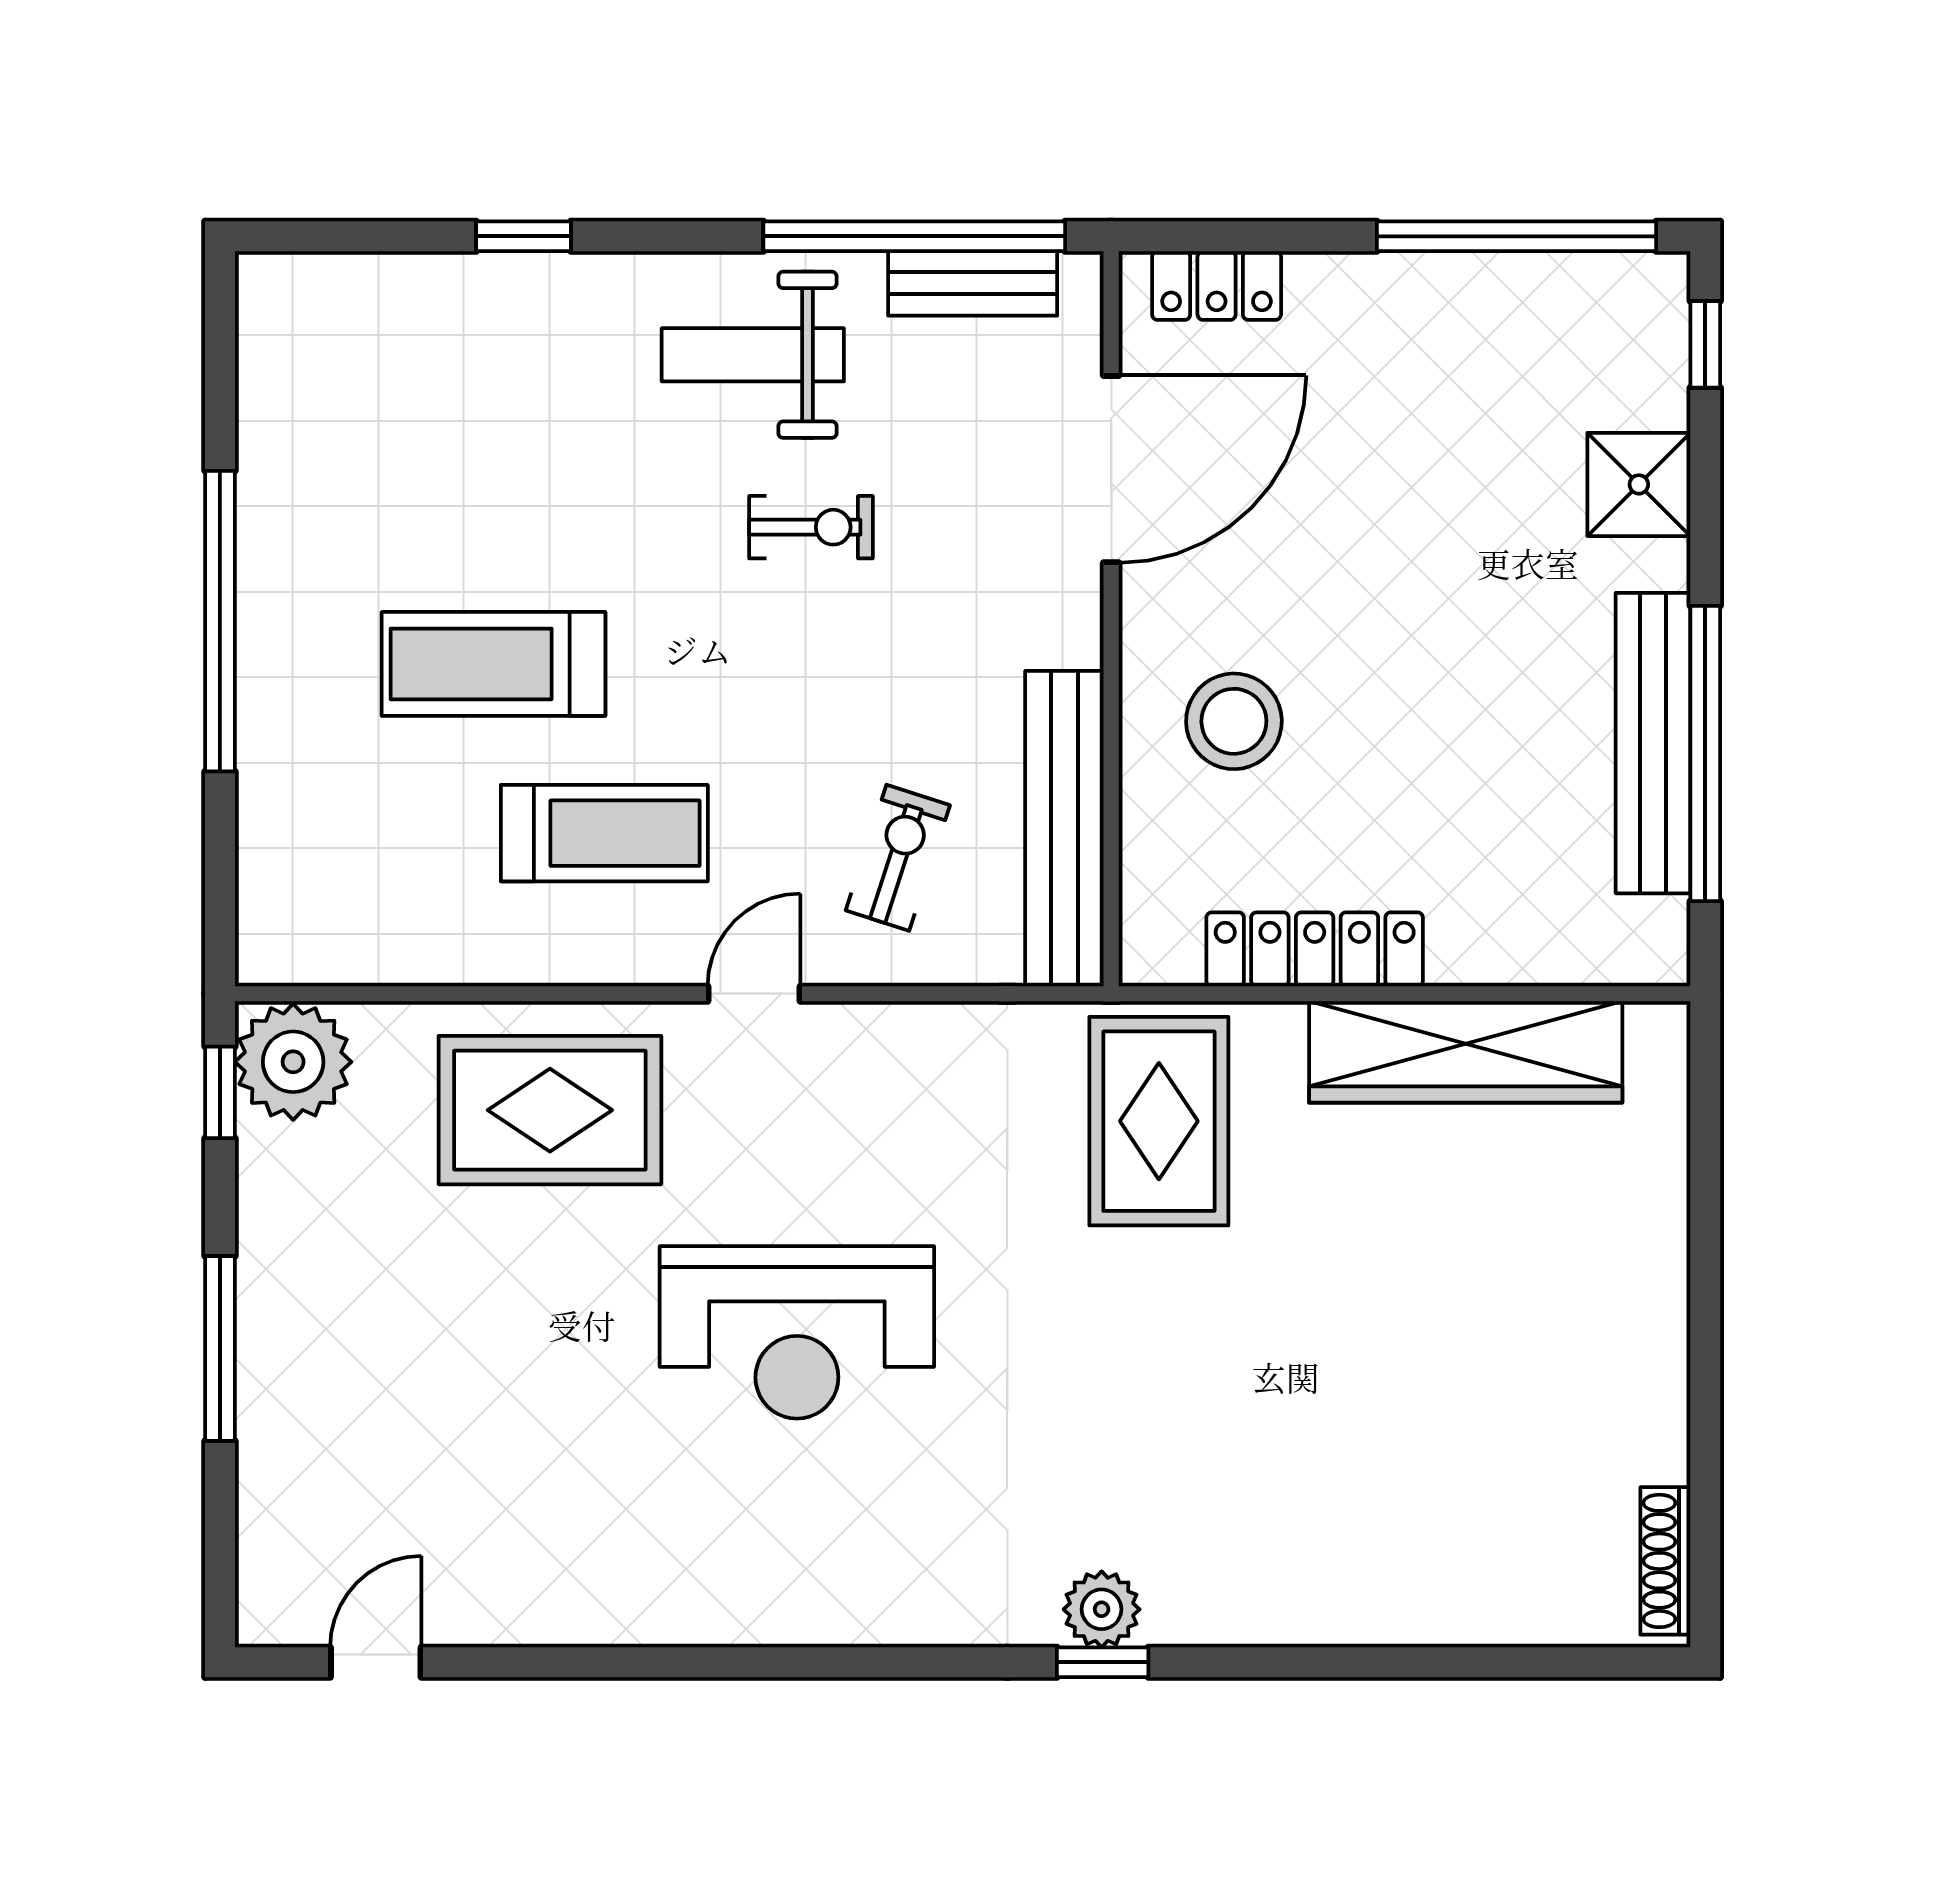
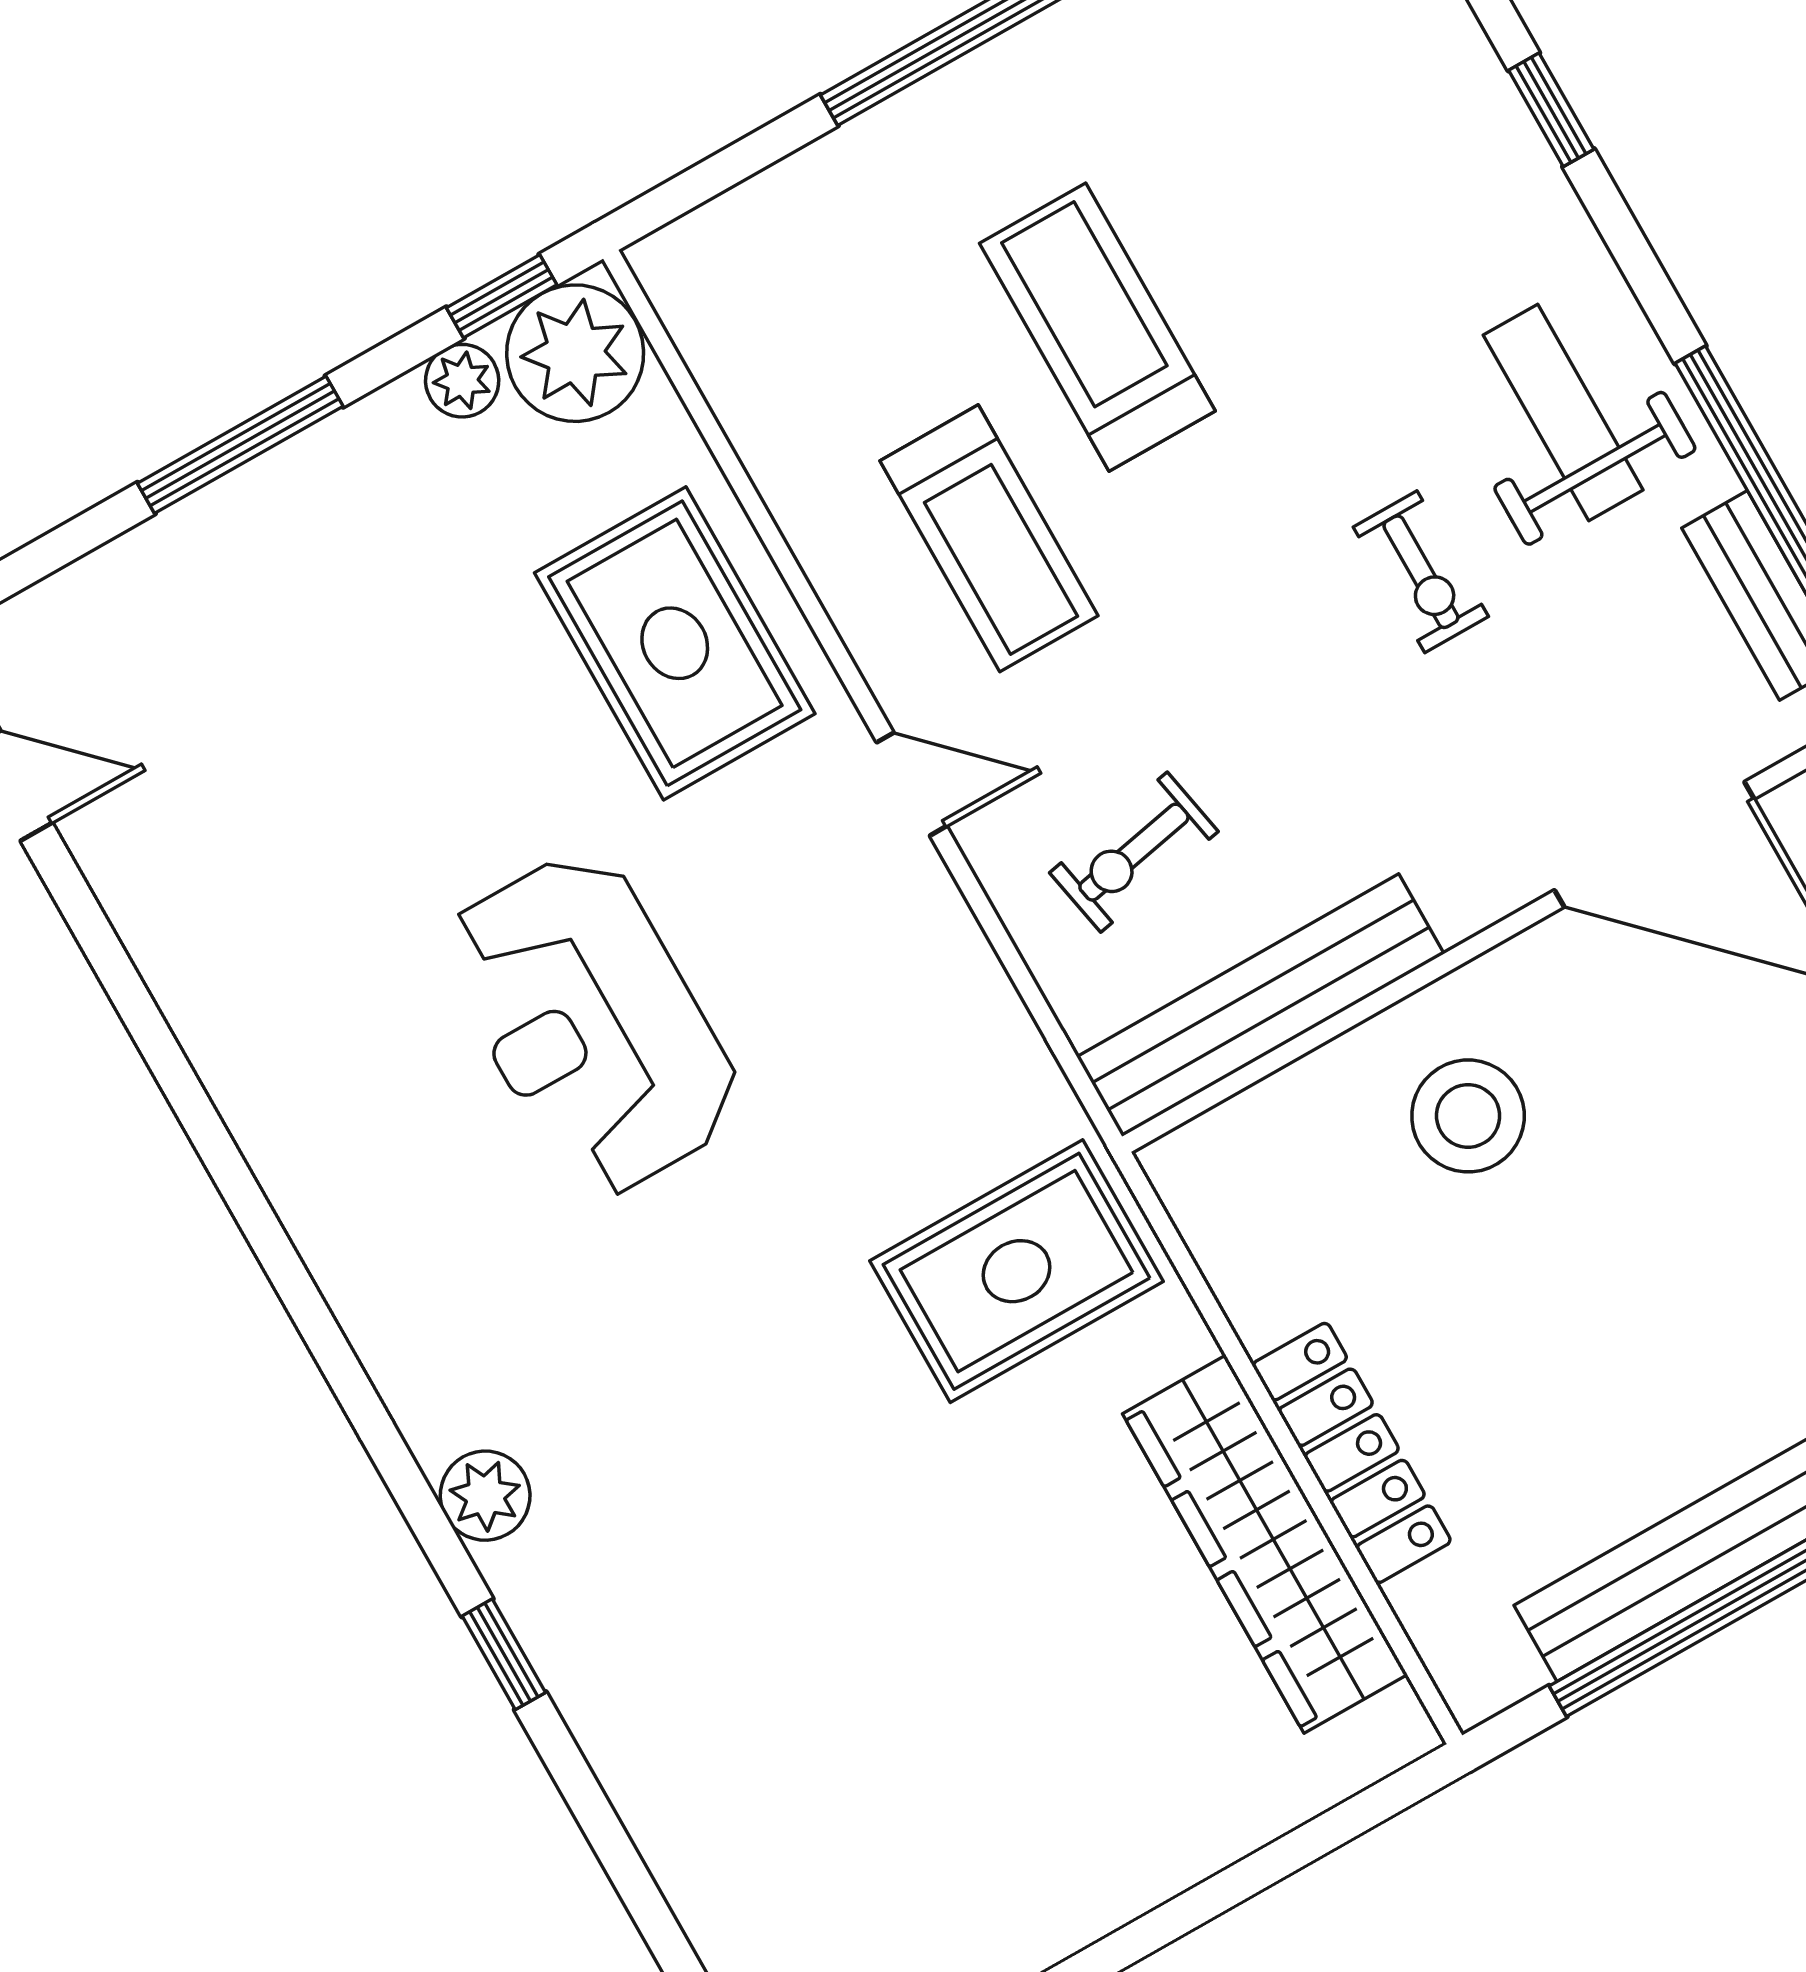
exercise bike: (898, 858) -> (1134, 852), turned 151
locker: (1315, 949) -> (1352, 1453), moved
plant: (266, 1157) -> (462, 381), added
window: (1103, 1662) -> (504, 1654), moved

